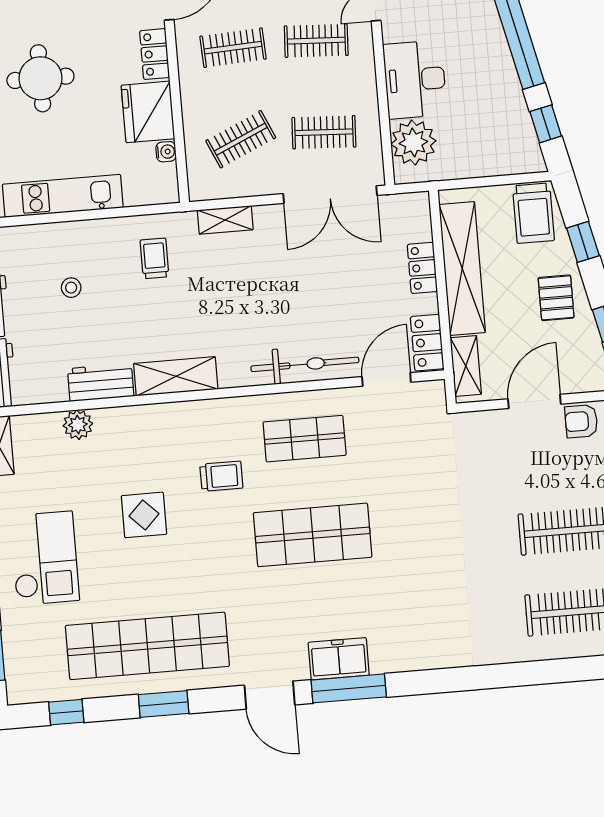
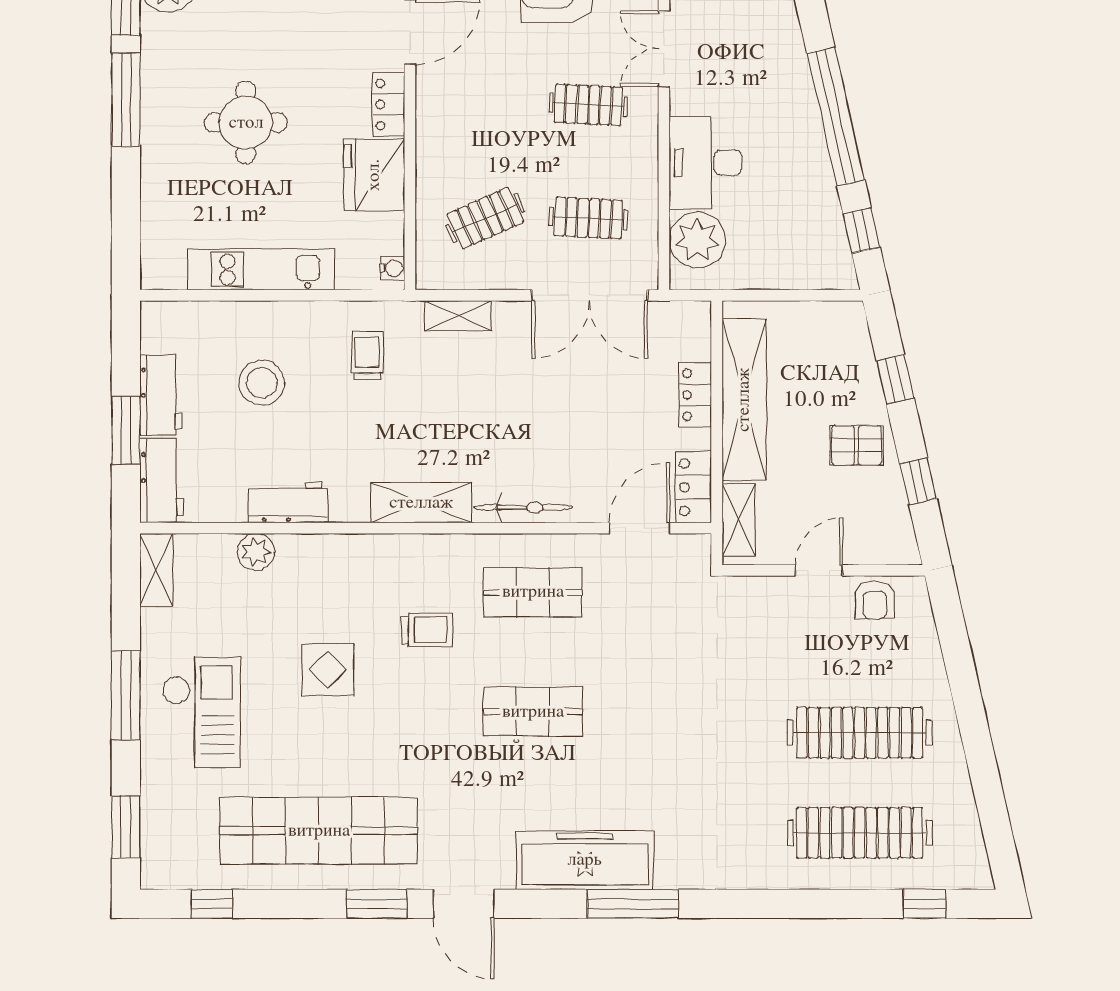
clothes rail: (233, 48) -> (485, 105), removed
water cooler: (166, 152) -> (392, 268), moved
trolley: (533, 213) -> (837, 339), removed
stool: (71, 288) -> (262, 383), width x1.89, depth x1.89
pallet: (556, 298) -> (856, 445), turned 90
bicycle: (305, 364) -> (523, 507), width x0.73, depth x0.71
shelving: (176, 376) -> (421, 503), moved
door: (534, 401) -> (819, 570), width x0.73
armchair: (581, 421) -> (875, 600), turned -90
shop shelf: (313, 535) -> (533, 712), width x0.70, depth x0.74
freezer: (339, 659) -> (585, 860), width x1.91, depth x1.26
window: (349, 688) -> (633, 904), moved
window: (164, 704) -> (377, 904), moved

